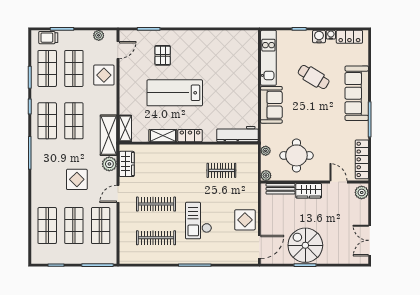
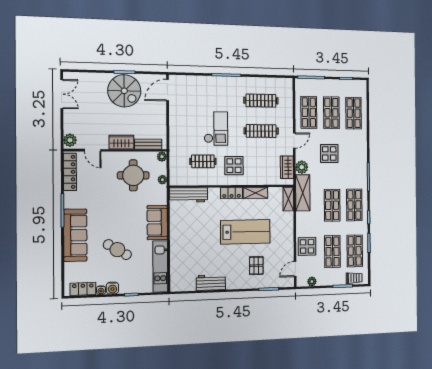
workbench: (214, 38) -> (211, 283), added
display table: (245, 220) -> (234, 166), moved
checkout: (198, 221) -> (216, 129), moved

